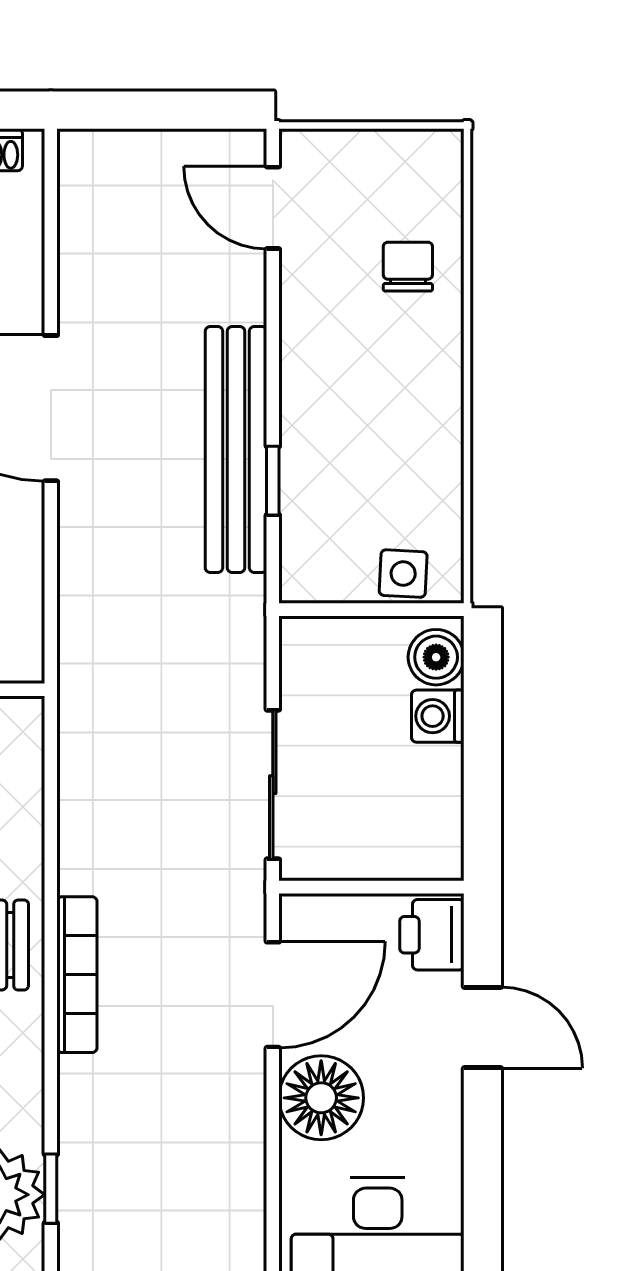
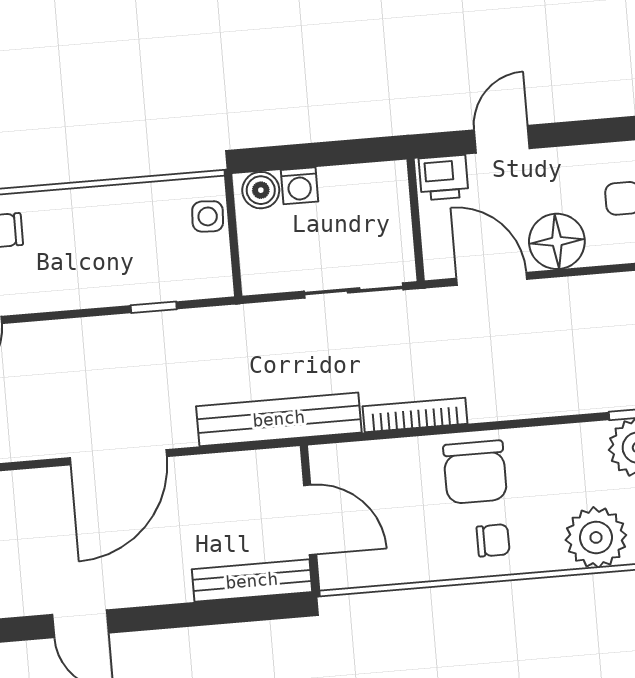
bench: (236, 450) -> (279, 419), moved
bookcase: (77, 975) -> (415, 415), moved

